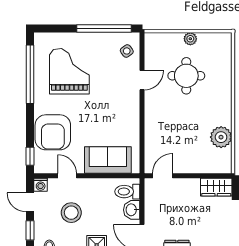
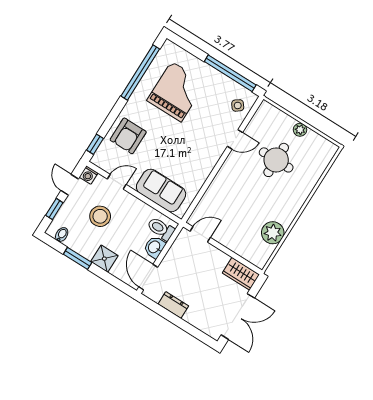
armchair: (53, 132) -> (128, 136), width x0.73, depth x0.73
door: (67, 176) -> (117, 182), hinge flipped

